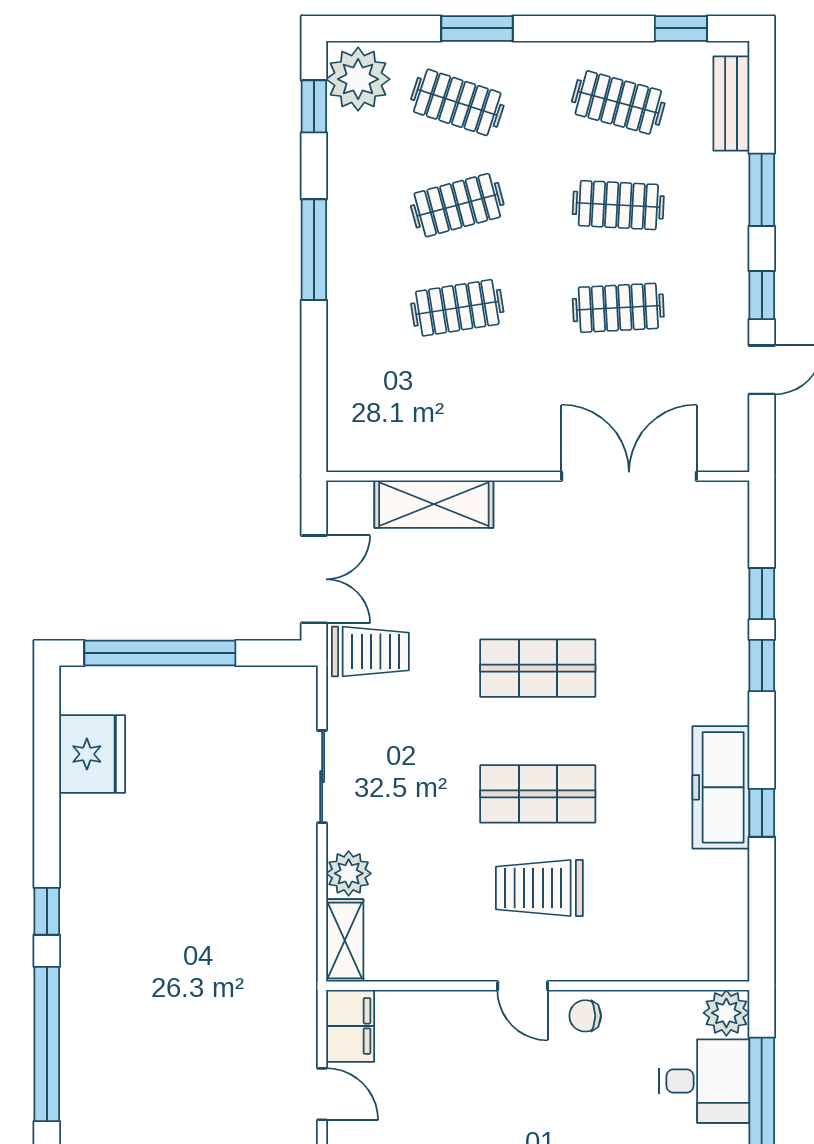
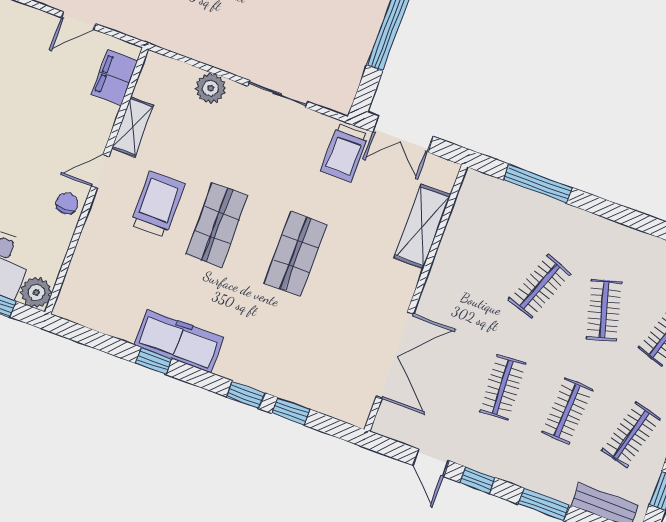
window: (314, 250) -> (538, 184), moved
clothes rail: (457, 308) -> (540, 286), turned 30
shelving: (345, 940) -> (133, 127), moved, turned 90
filing cabinet: (350, 1026) -> (115, 78), moved, turned 90

